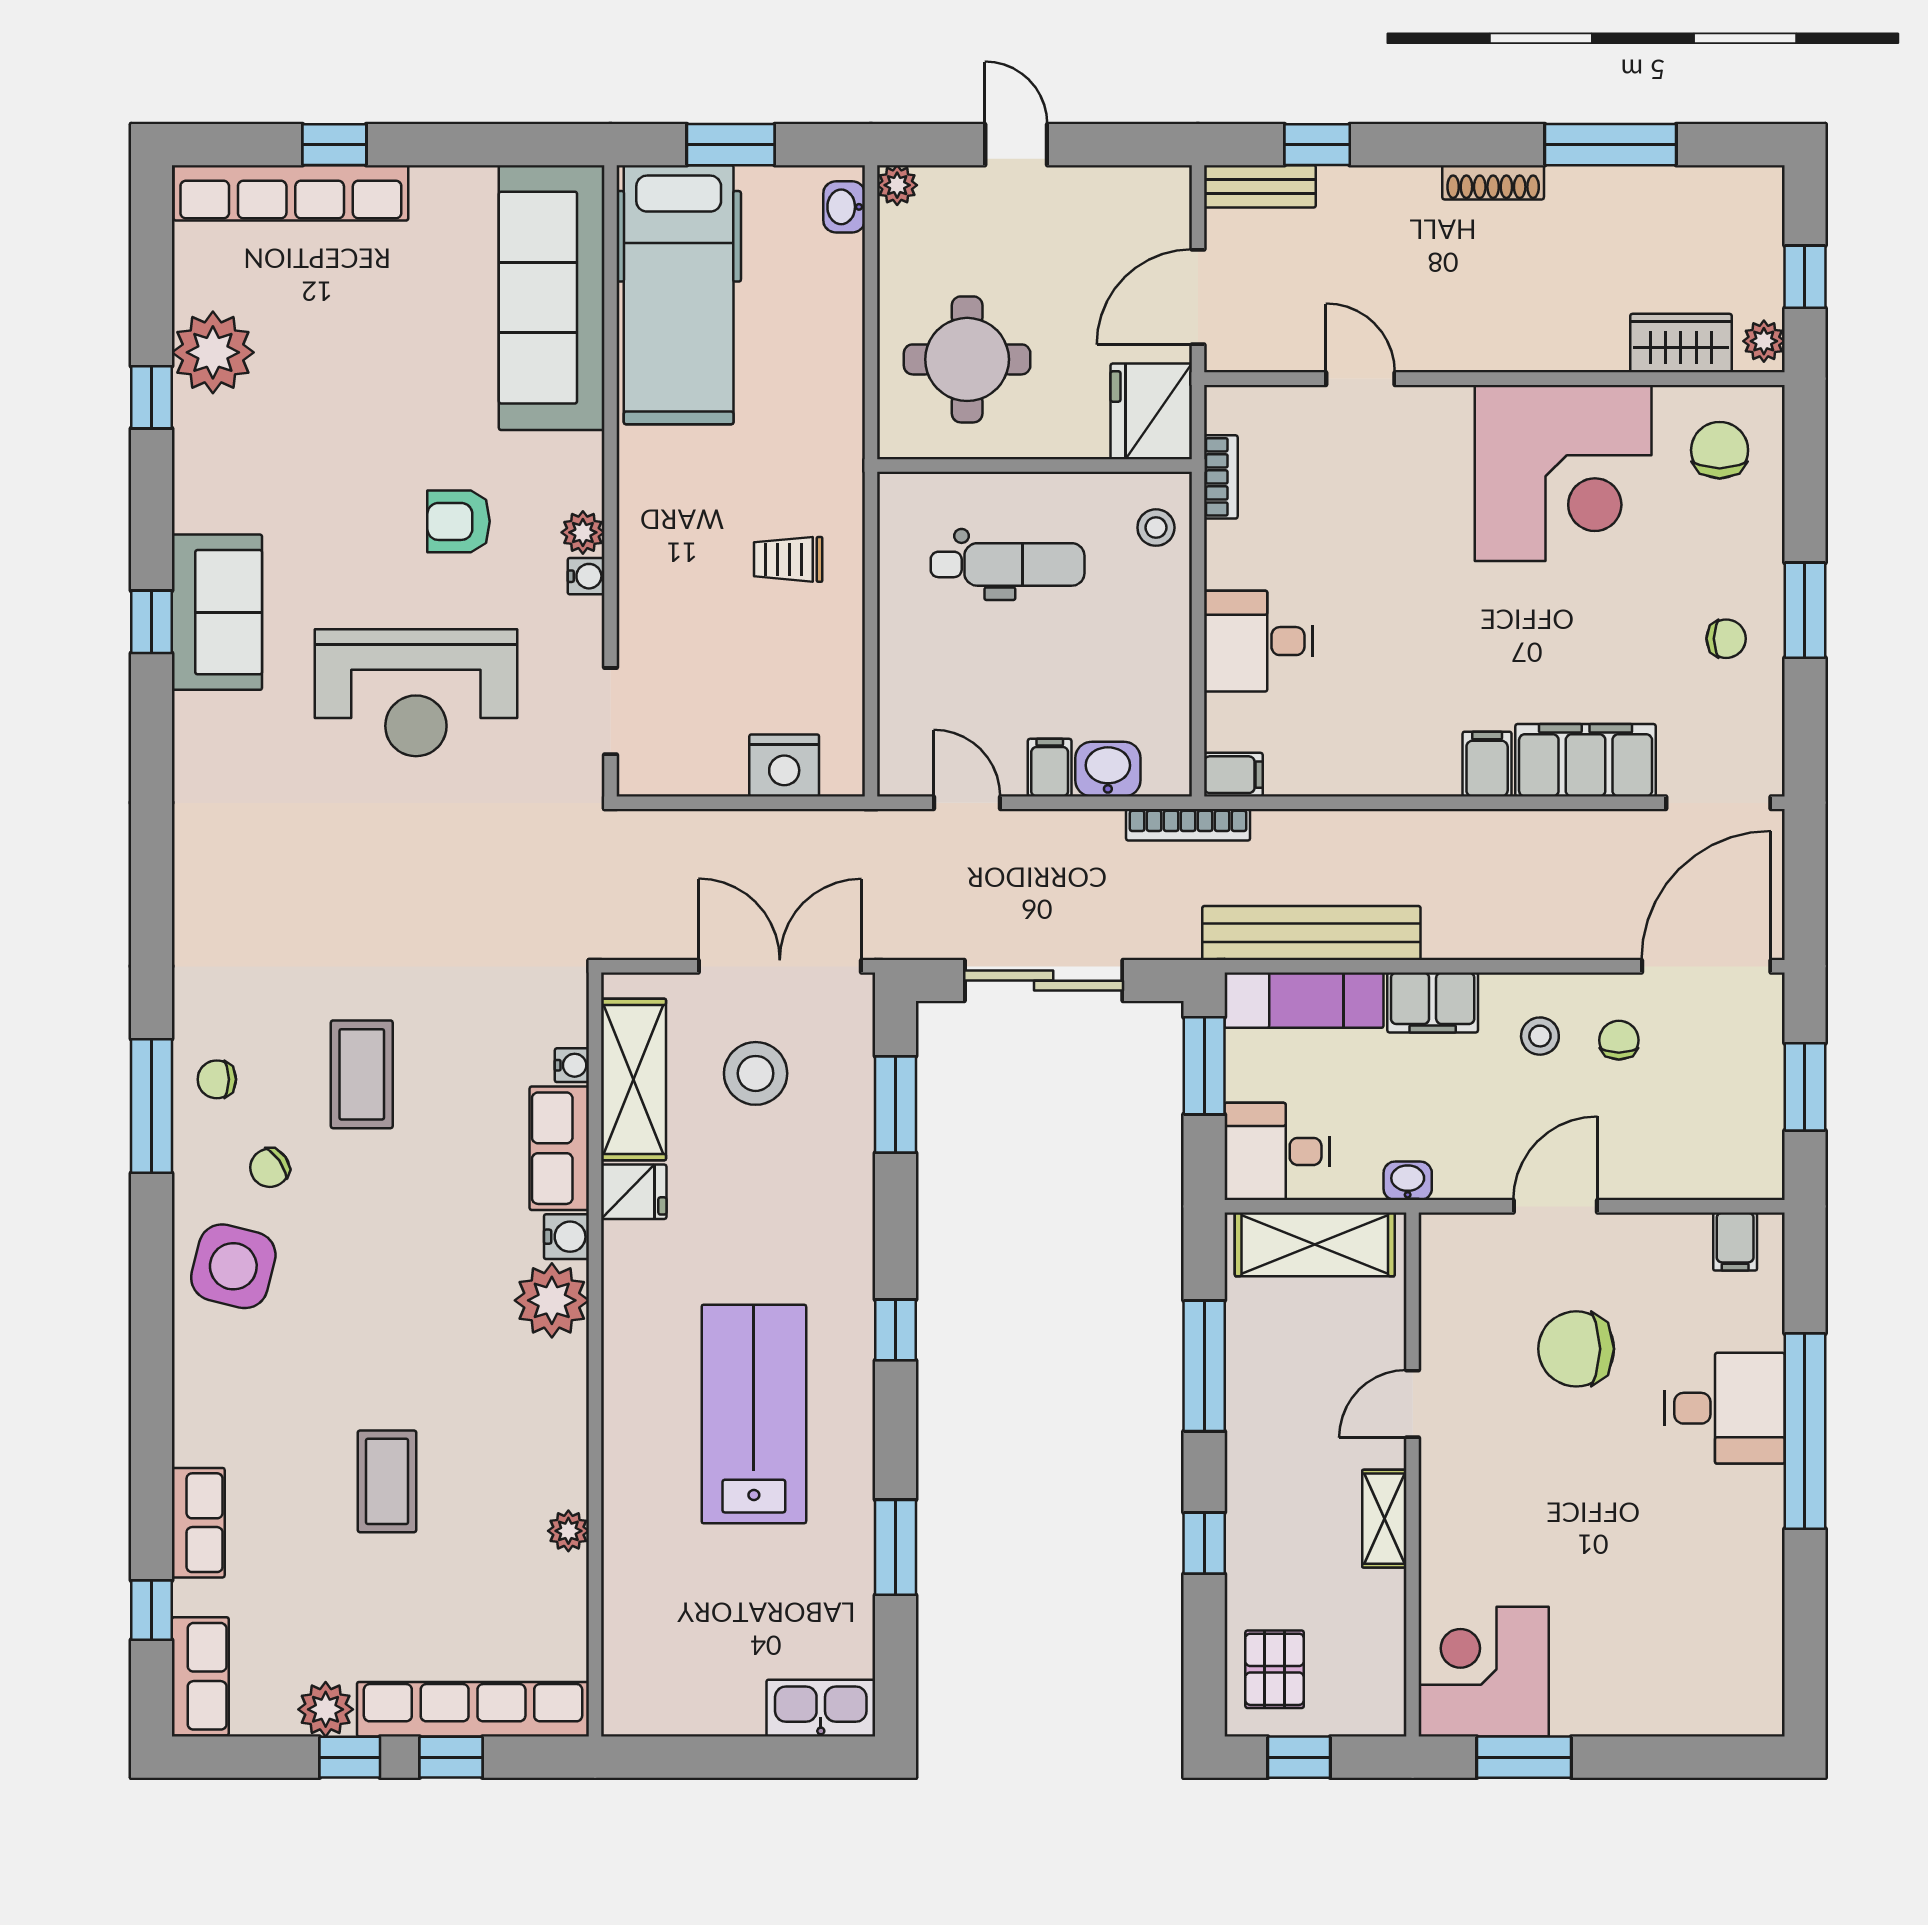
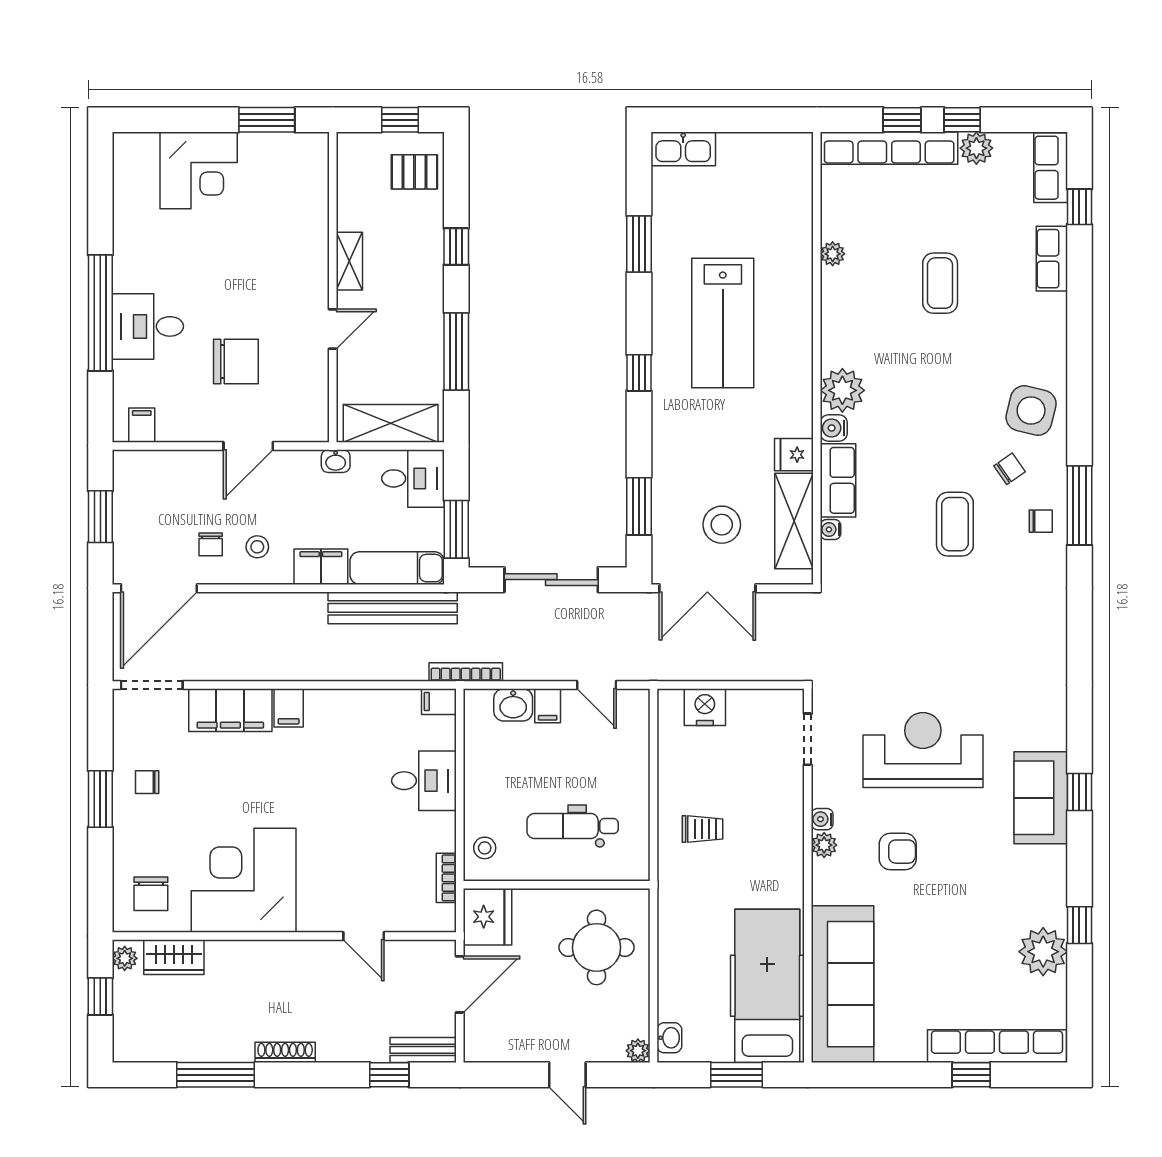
pallet: (1275, 1669) -> (414, 172), turned 90
corner desk: (1484, 1672) -> (199, 170), moved

